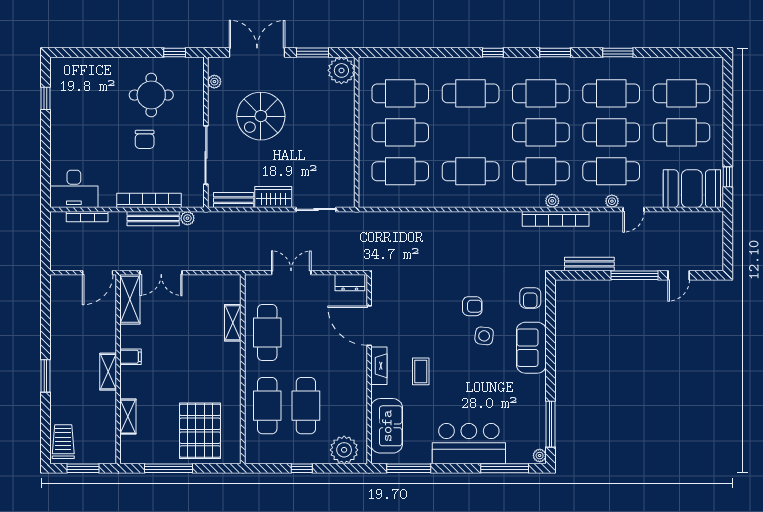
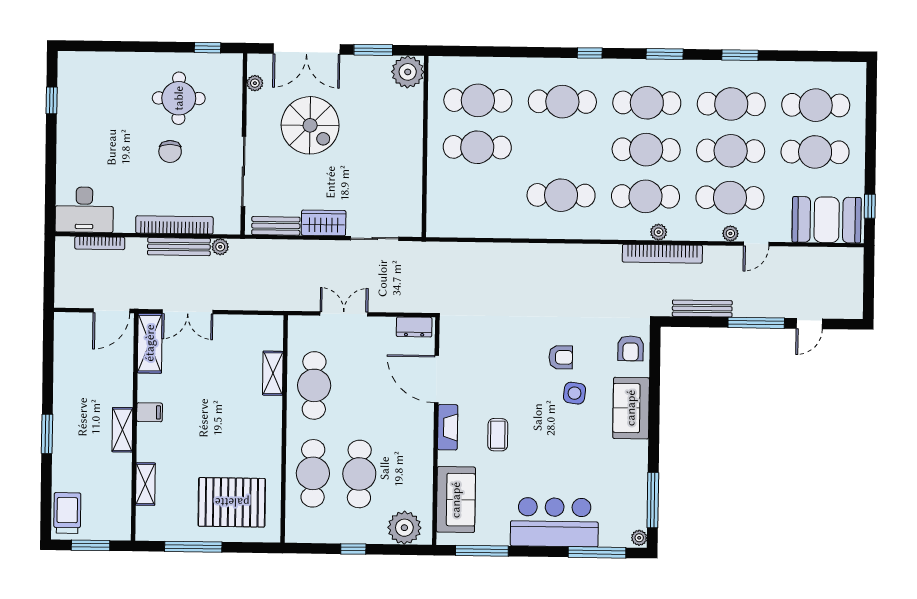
double door: (257, 53) -> (307, 49), swing flipped
spiral stairs: (261, 116) -> (310, 125), turned -90
cafe table: (400, 171) -> (477, 194), removed
pallet: (200, 431) -> (232, 502), turned 90

